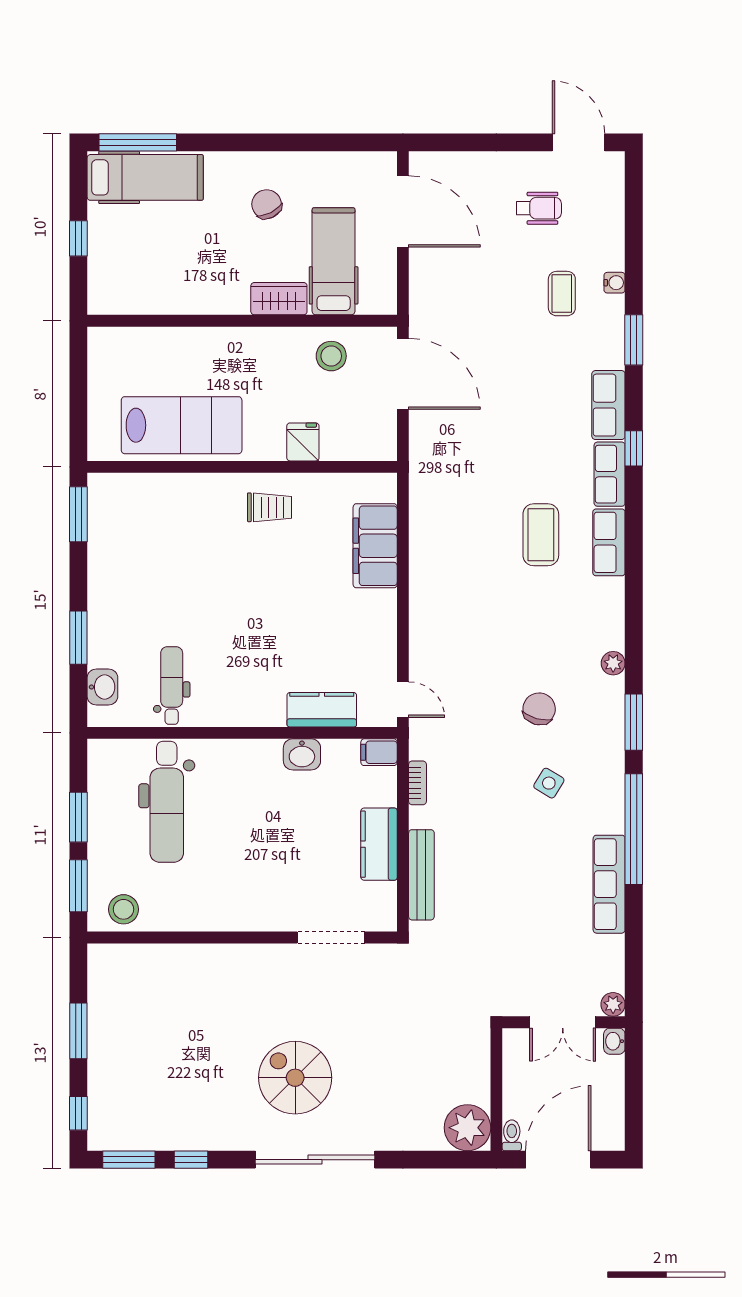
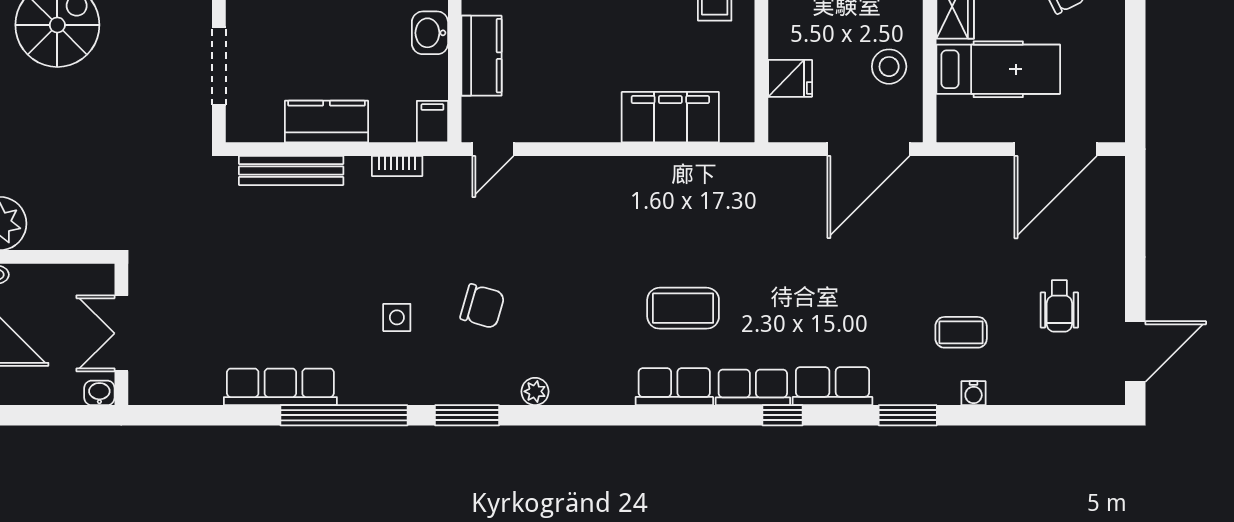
fridge: (303, 442) -> (790, 78), moved
side table: (549, 783) -> (397, 317), turned -31
plant: (613, 1004) -> (142, 391), removed

